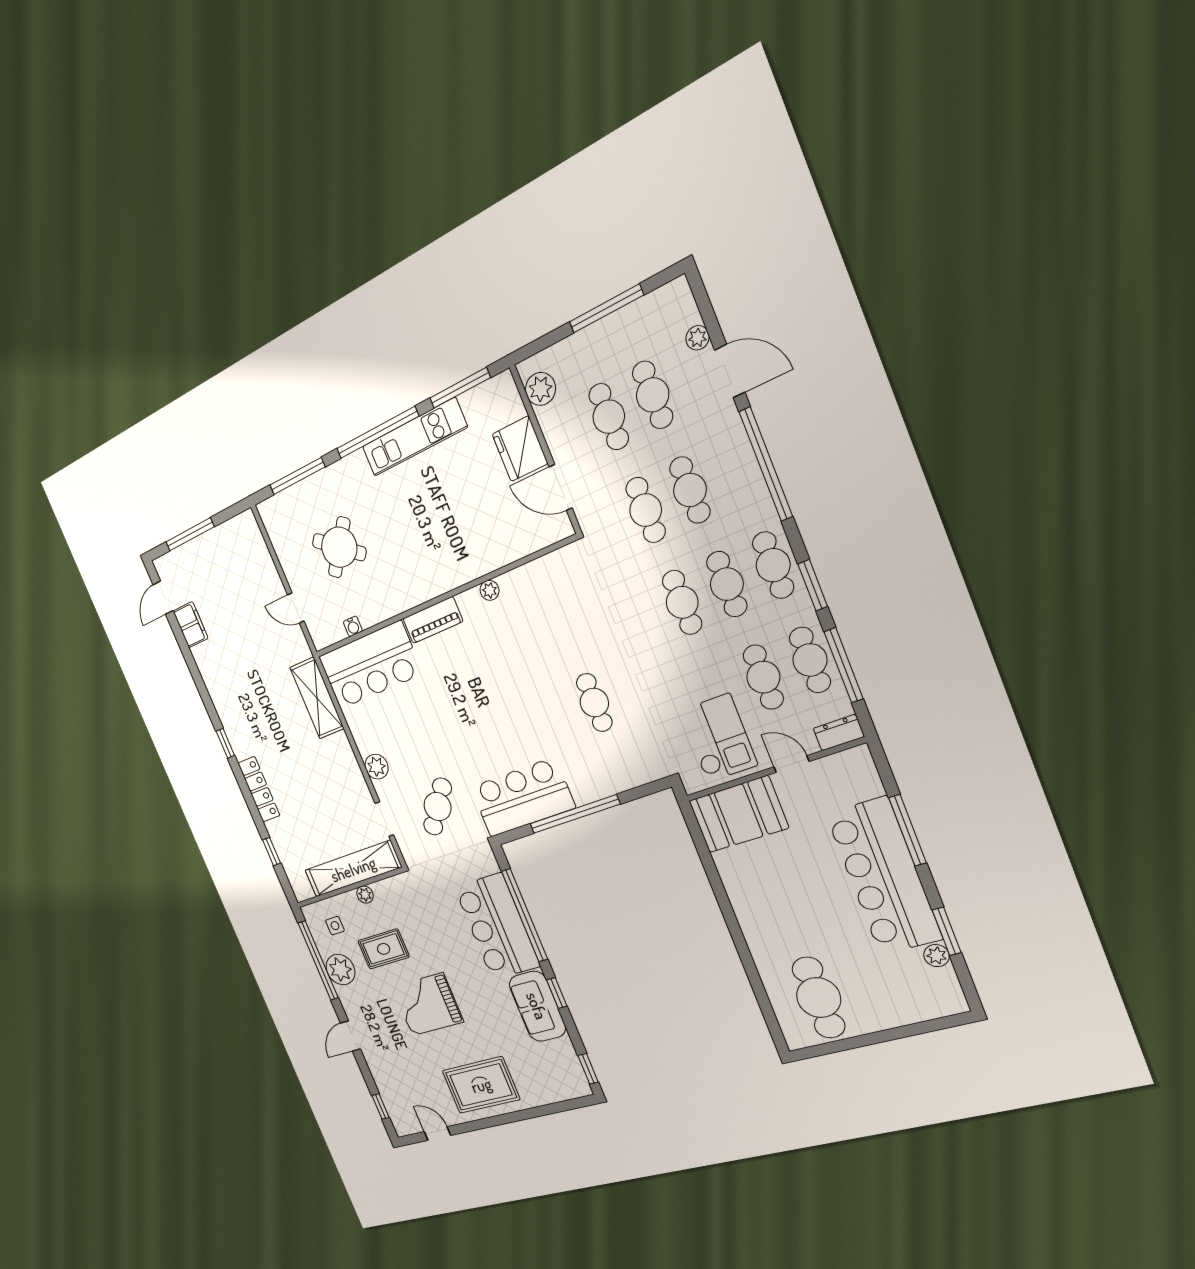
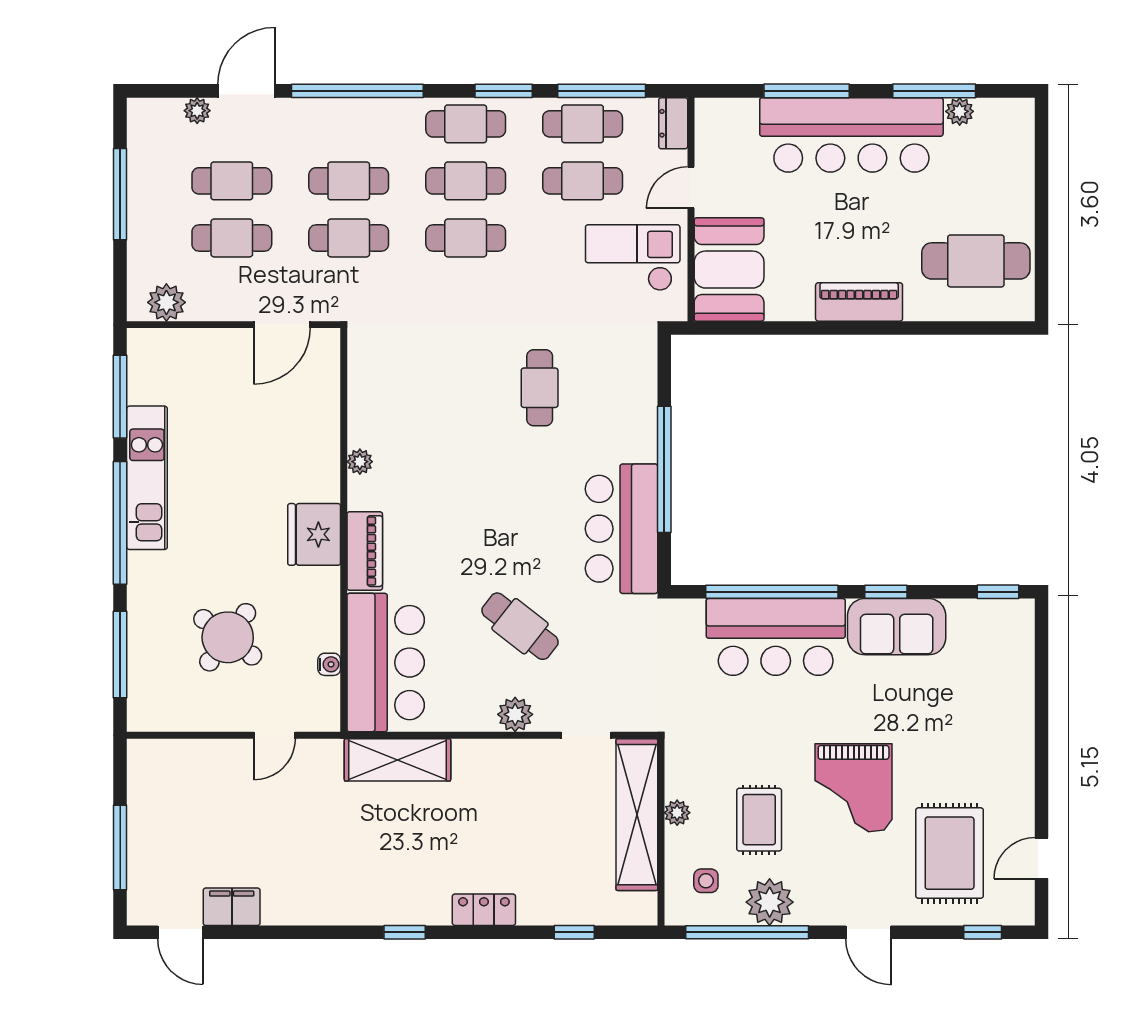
fridge: (520, 449) -> (314, 534), moved, turned 90
cafe table: (594, 703) -> (540, 388), turned 90
locker: (259, 789) -> (484, 910), width x0.66
cafe table: (438, 807) -> (520, 626), moved
piano: (752, 919) -> (859, 302), added
window: (947, 931) -> (934, 91), width x1.44
rug: (481, 1085) -> (950, 853), moved

